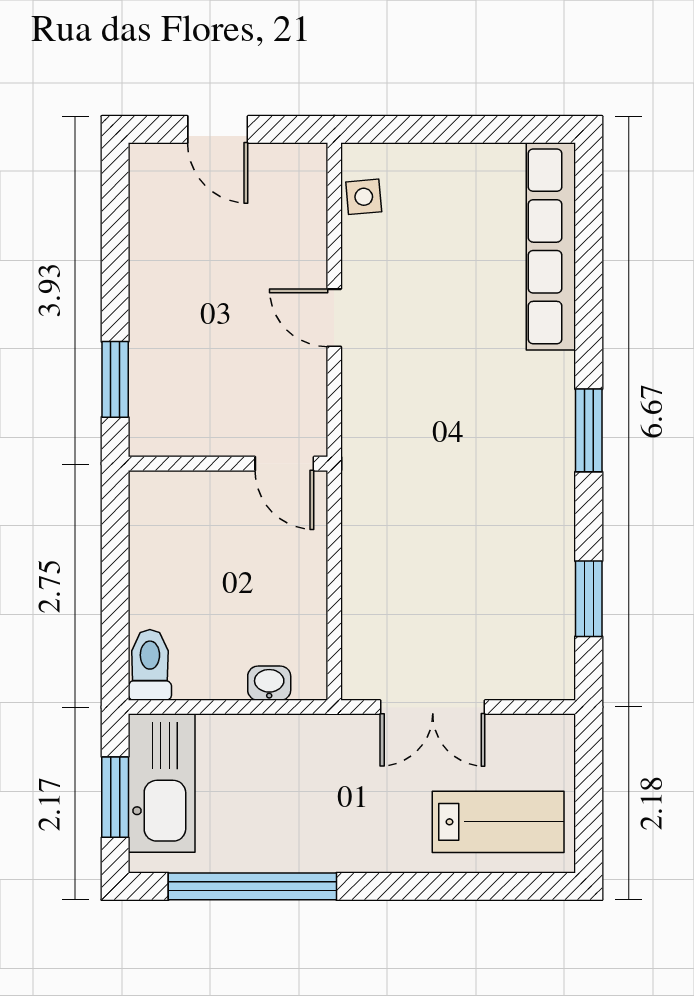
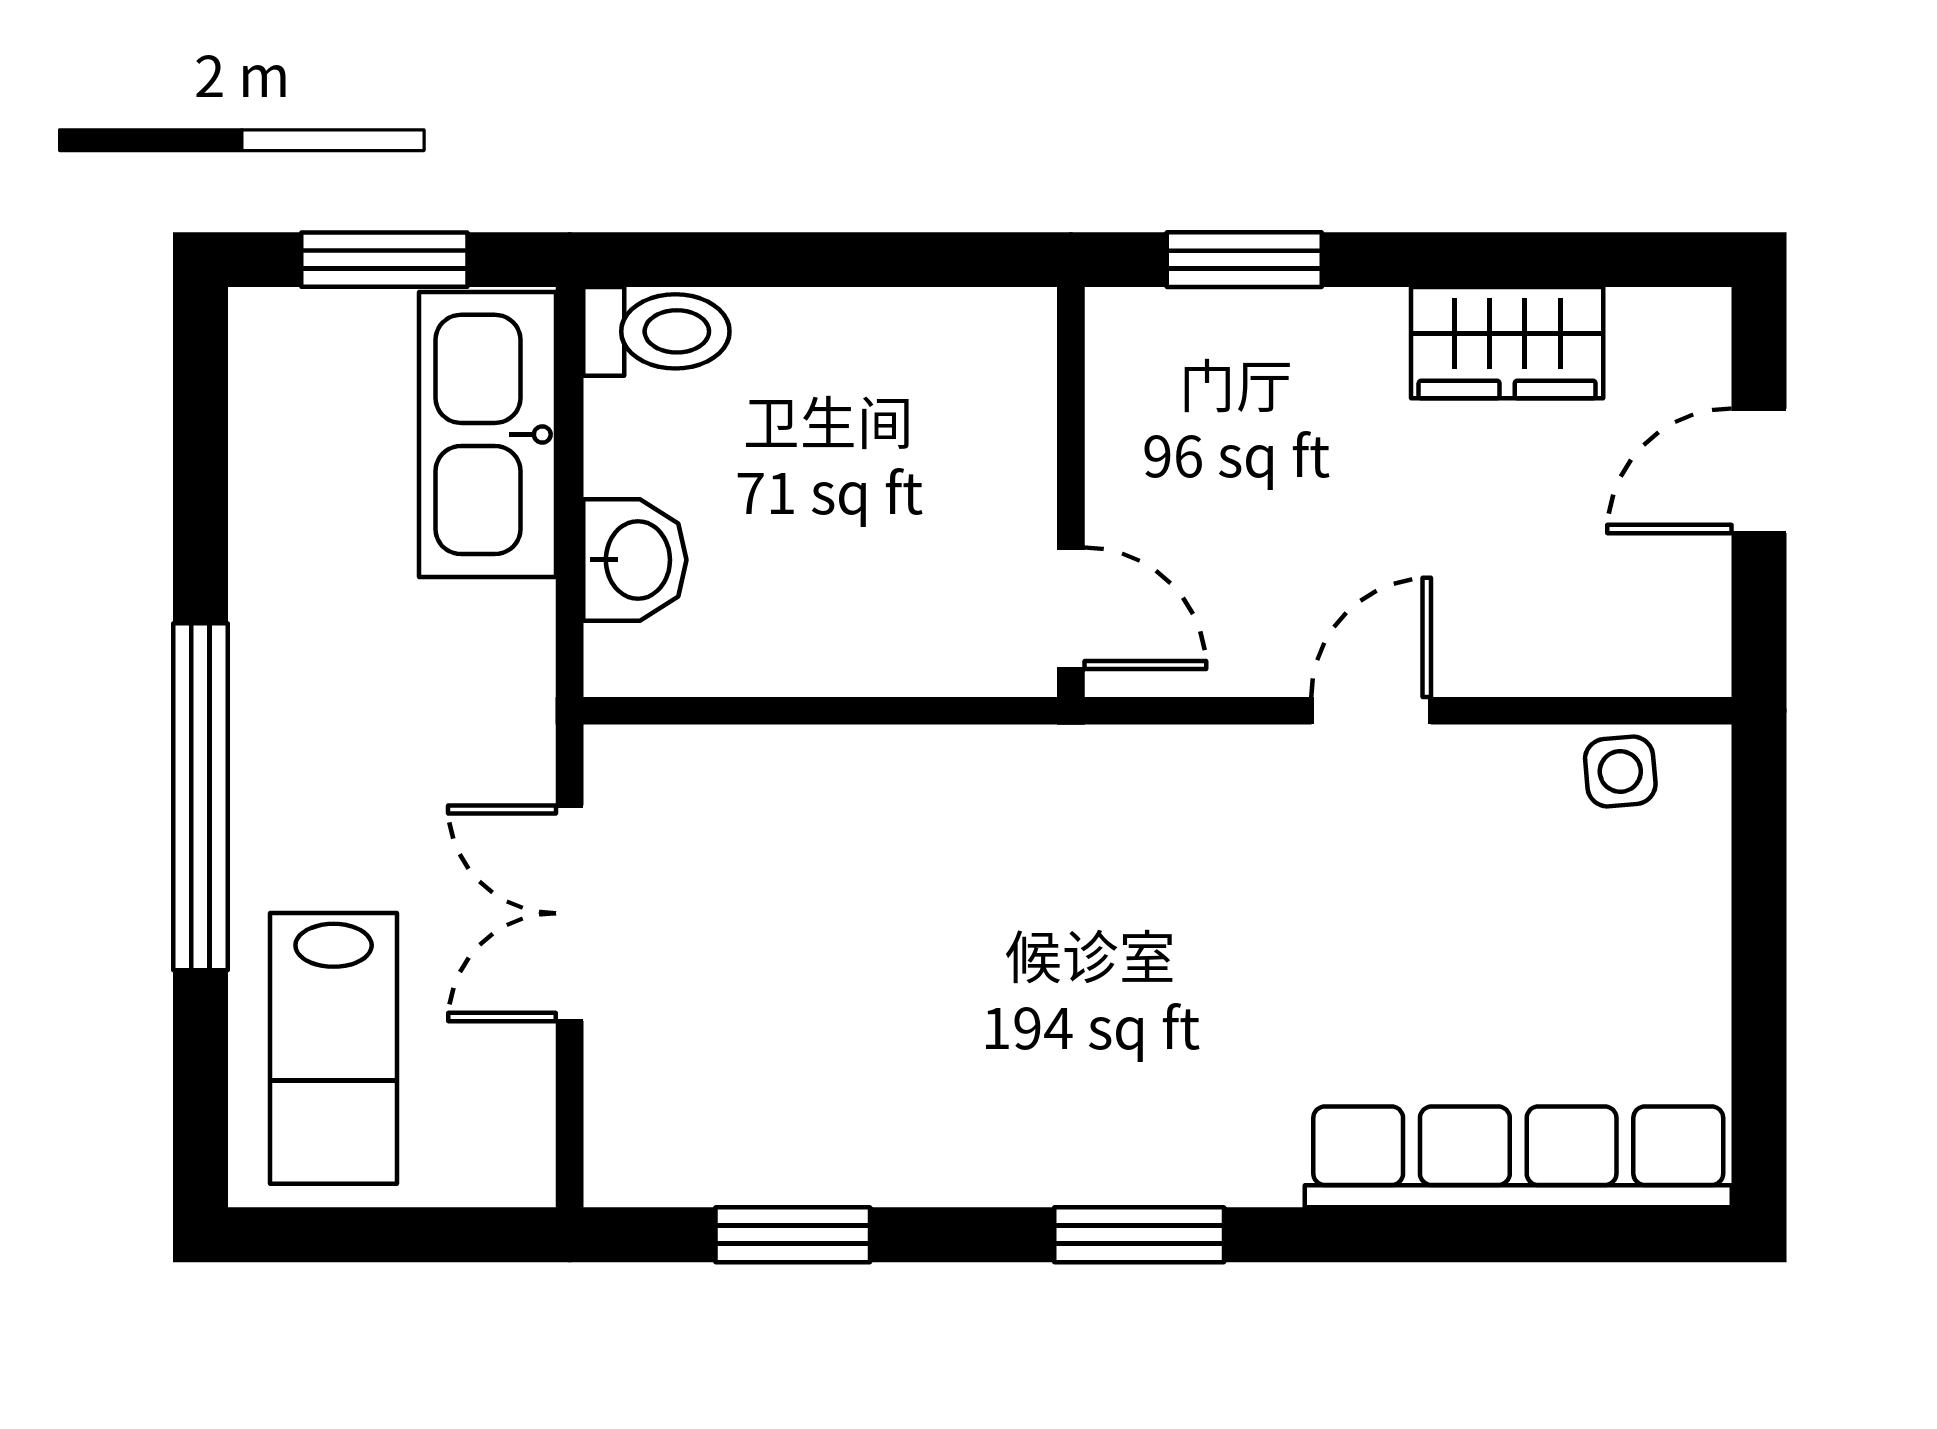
wardrobe: (155, 252) -> (1507, 343), added
door: (284, 464) -> (1071, 608), swing flipped
washbasin: (269, 683) -> (635, 560), width x1.38, depth x1.45
kitchen sink: (162, 783) -> (488, 434), moved, turned 90
window: (252, 886) -> (201, 797), moved

